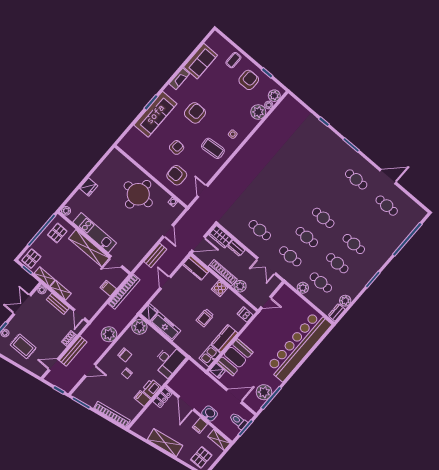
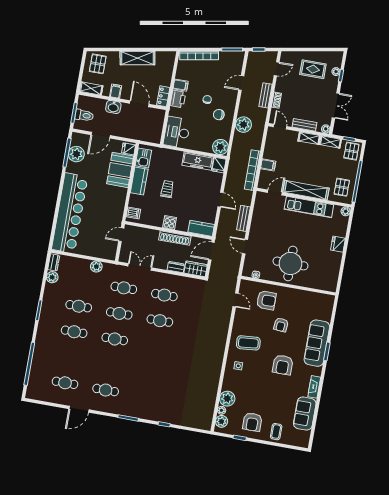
cafe table: (321, 282) -> (160, 321), moved
plant: (240, 286) -> (153, 235), removed
bench: (73, 351) -> (266, 95), width x0.73

